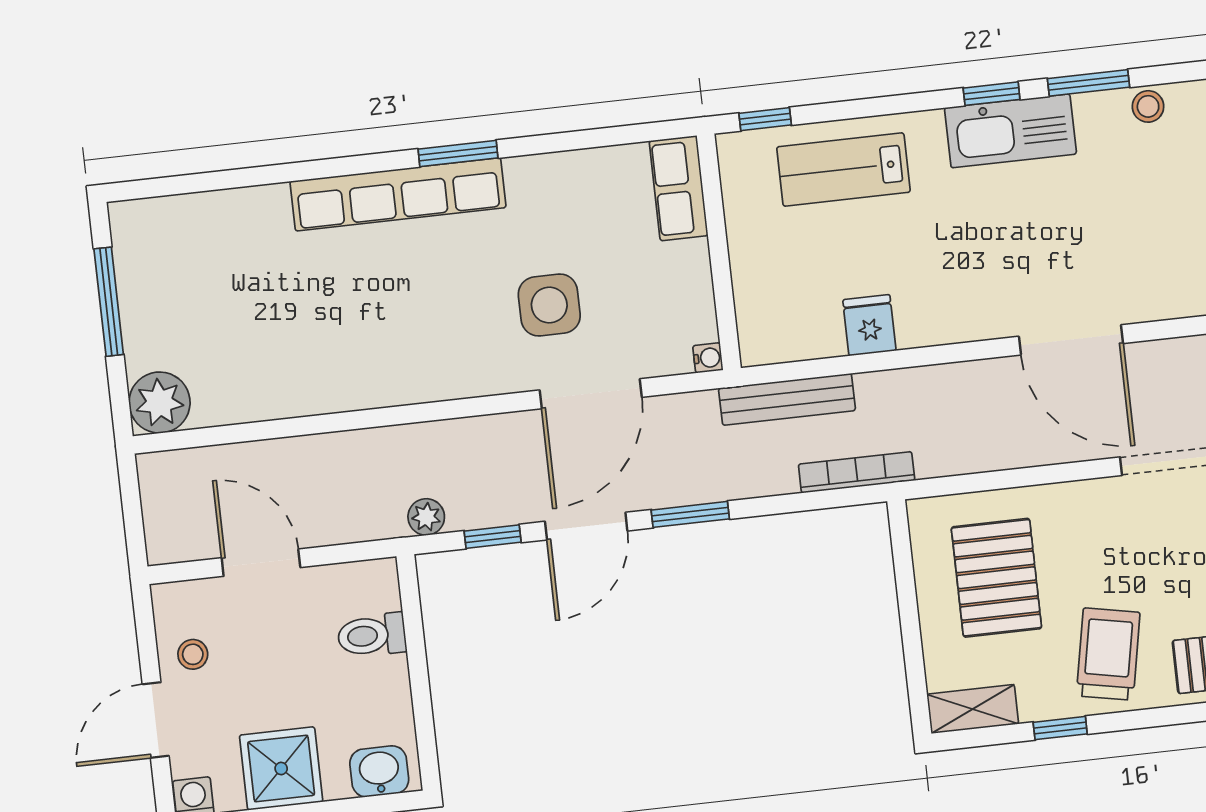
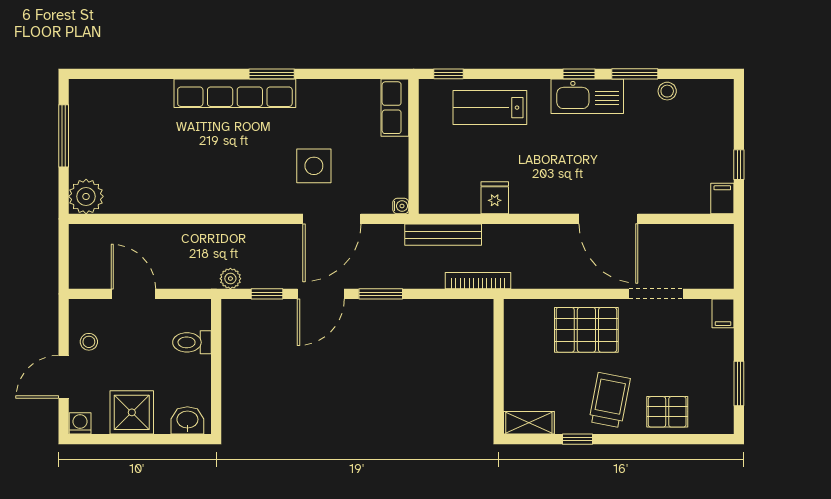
pallet: (996, 578) -> (586, 330), moved, turned 90

